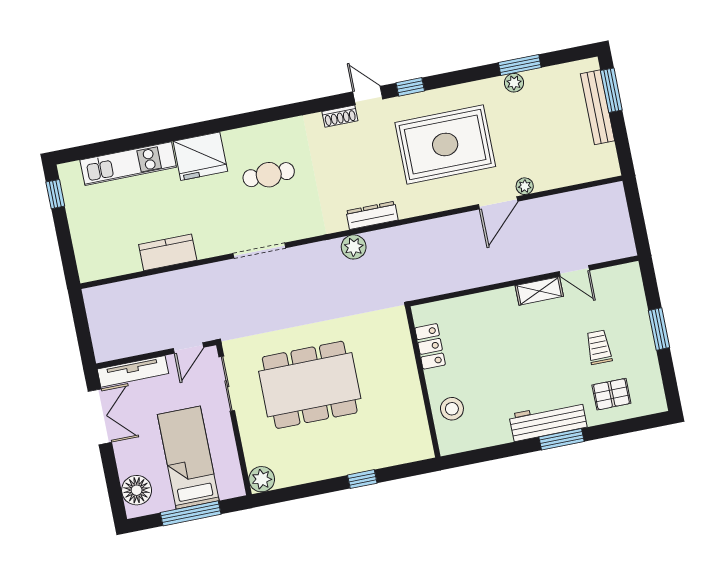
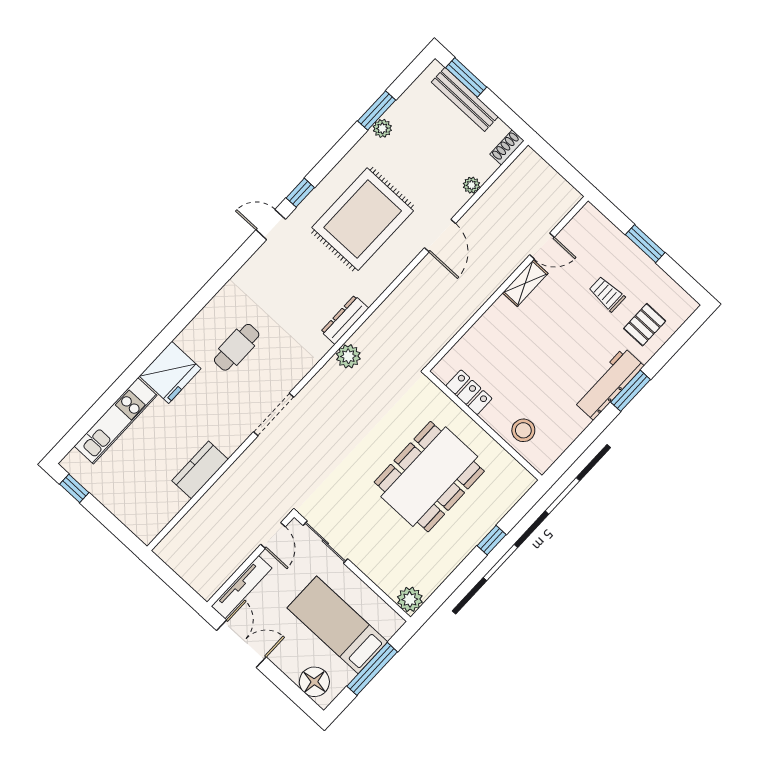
shoe rack: (340, 116) -> (507, 148), moved, turned 180
plant: (525, 186) -> (471, 185), moved
dining table: (310, 385) -> (429, 477), moved

